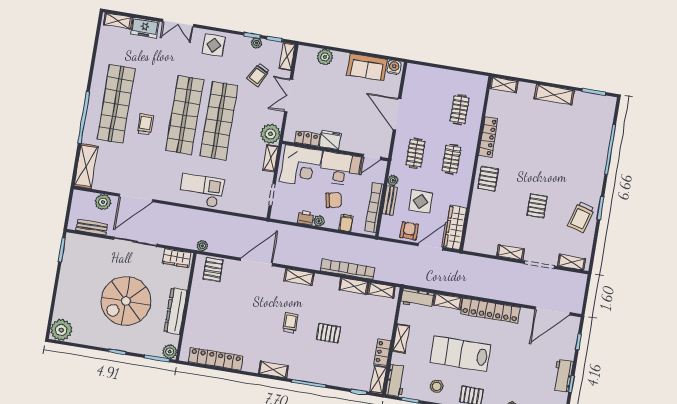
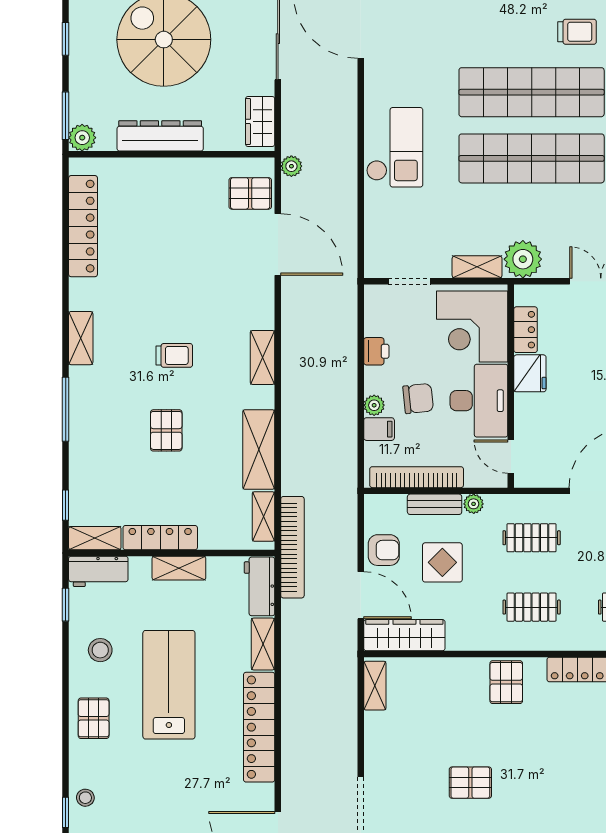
trolley: (145, 124) -> (577, 32), moved
pallet: (488, 179) -> (506, 682), turned 90
chair: (334, 200) -> (418, 398), turned -85
plant: (319, 221) -> (374, 405), moved
shelving: (511, 252) -> (375, 686), moved
door: (256, 262) -> (278, 244), moved
bookcase: (348, 269) -> (292, 547), moved
shelving: (354, 286) -> (259, 450), width x1.50, depth x1.33
locker: (382, 352) -> (160, 538), width x1.53

